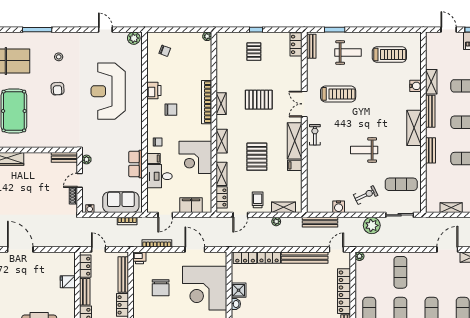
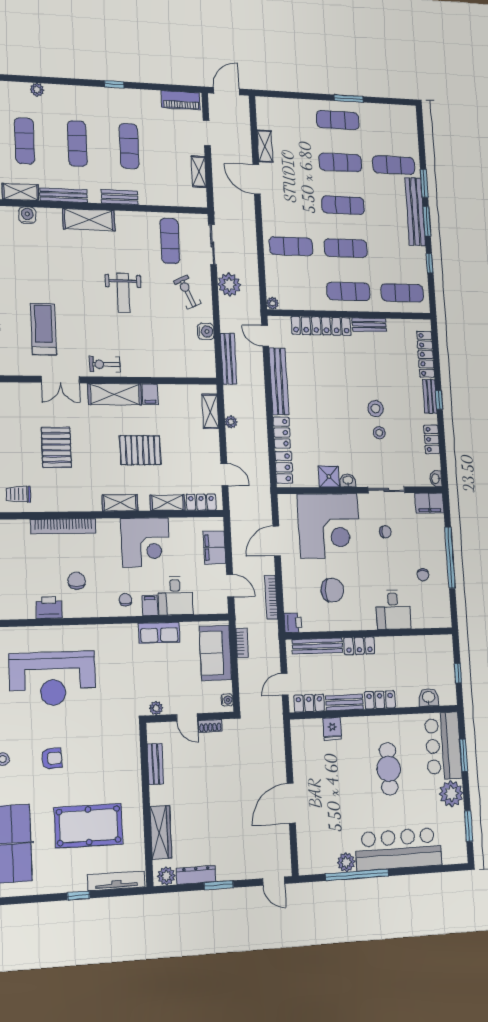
shelving: (221, 104) -> (65, 504), removed
bench: (64, 157) -> (155, 764), moved
trolley: (258, 200) -> (18, 494), moved

